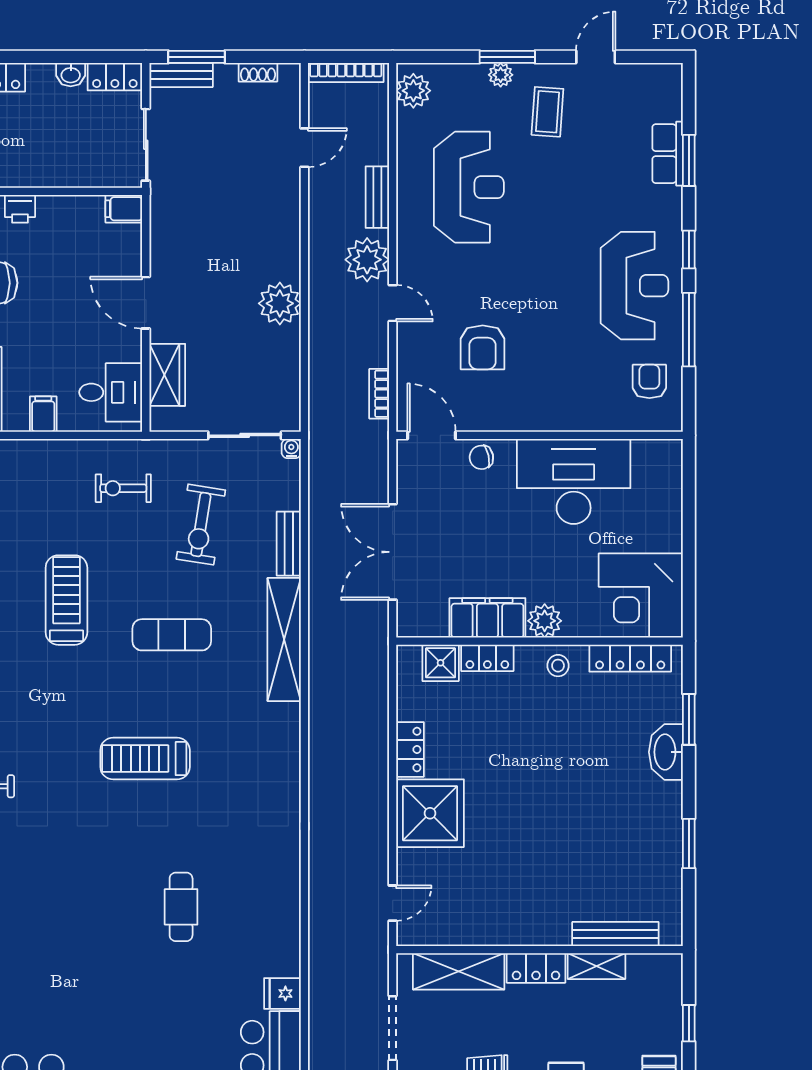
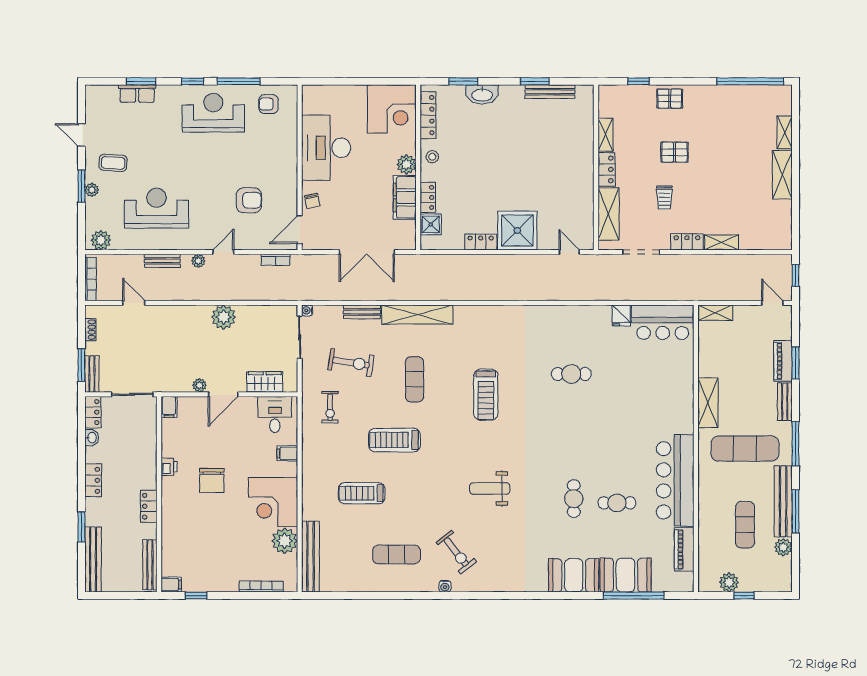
plant: (367, 260) -> (198, 261), width x0.53, depth x0.53
plant: (161, 262) -> (199, 385), added
bench: (615, 934) -> (550, 92), moved, turned 90

